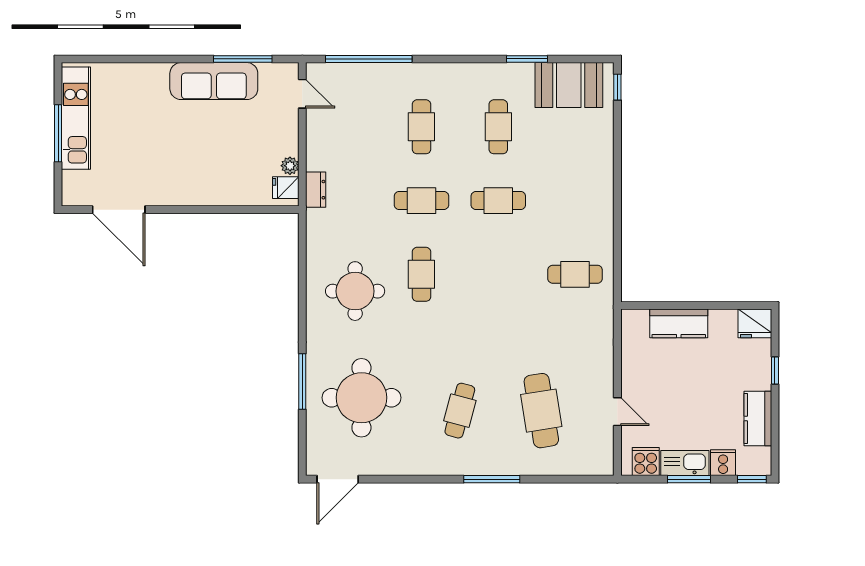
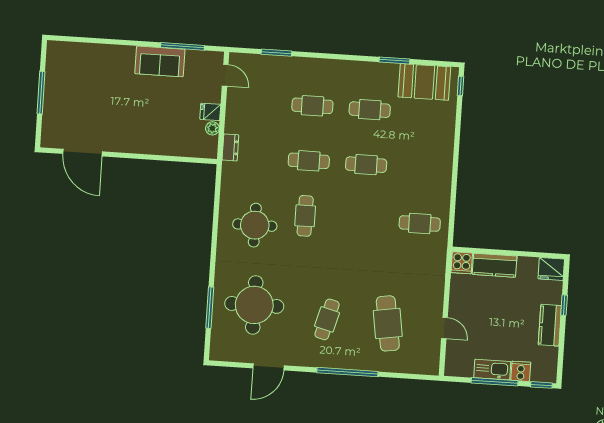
window: (369, 59) -> (276, 53), width x0.47
sofa: (214, 81) -> (160, 61), width x0.73
kitchen unit: (76, 118) -> (55, 82), removed
cafe table: (421, 127) -> (312, 106), turned 90
cafe table: (498, 127) -> (370, 110), turned 90
fridge: (286, 188) -> (210, 112), moved
window: (302, 381) -> (210, 308), moved
kitchen counter: (758, 418) -> (550, 325), moved
cooker: (646, 462) -> (462, 263), moved, turned 180
door: (338, 479) -> (268, 367), moved
window: (492, 479) -> (347, 372), width x1.46
window: (689, 479) -> (495, 382), width x1.44

